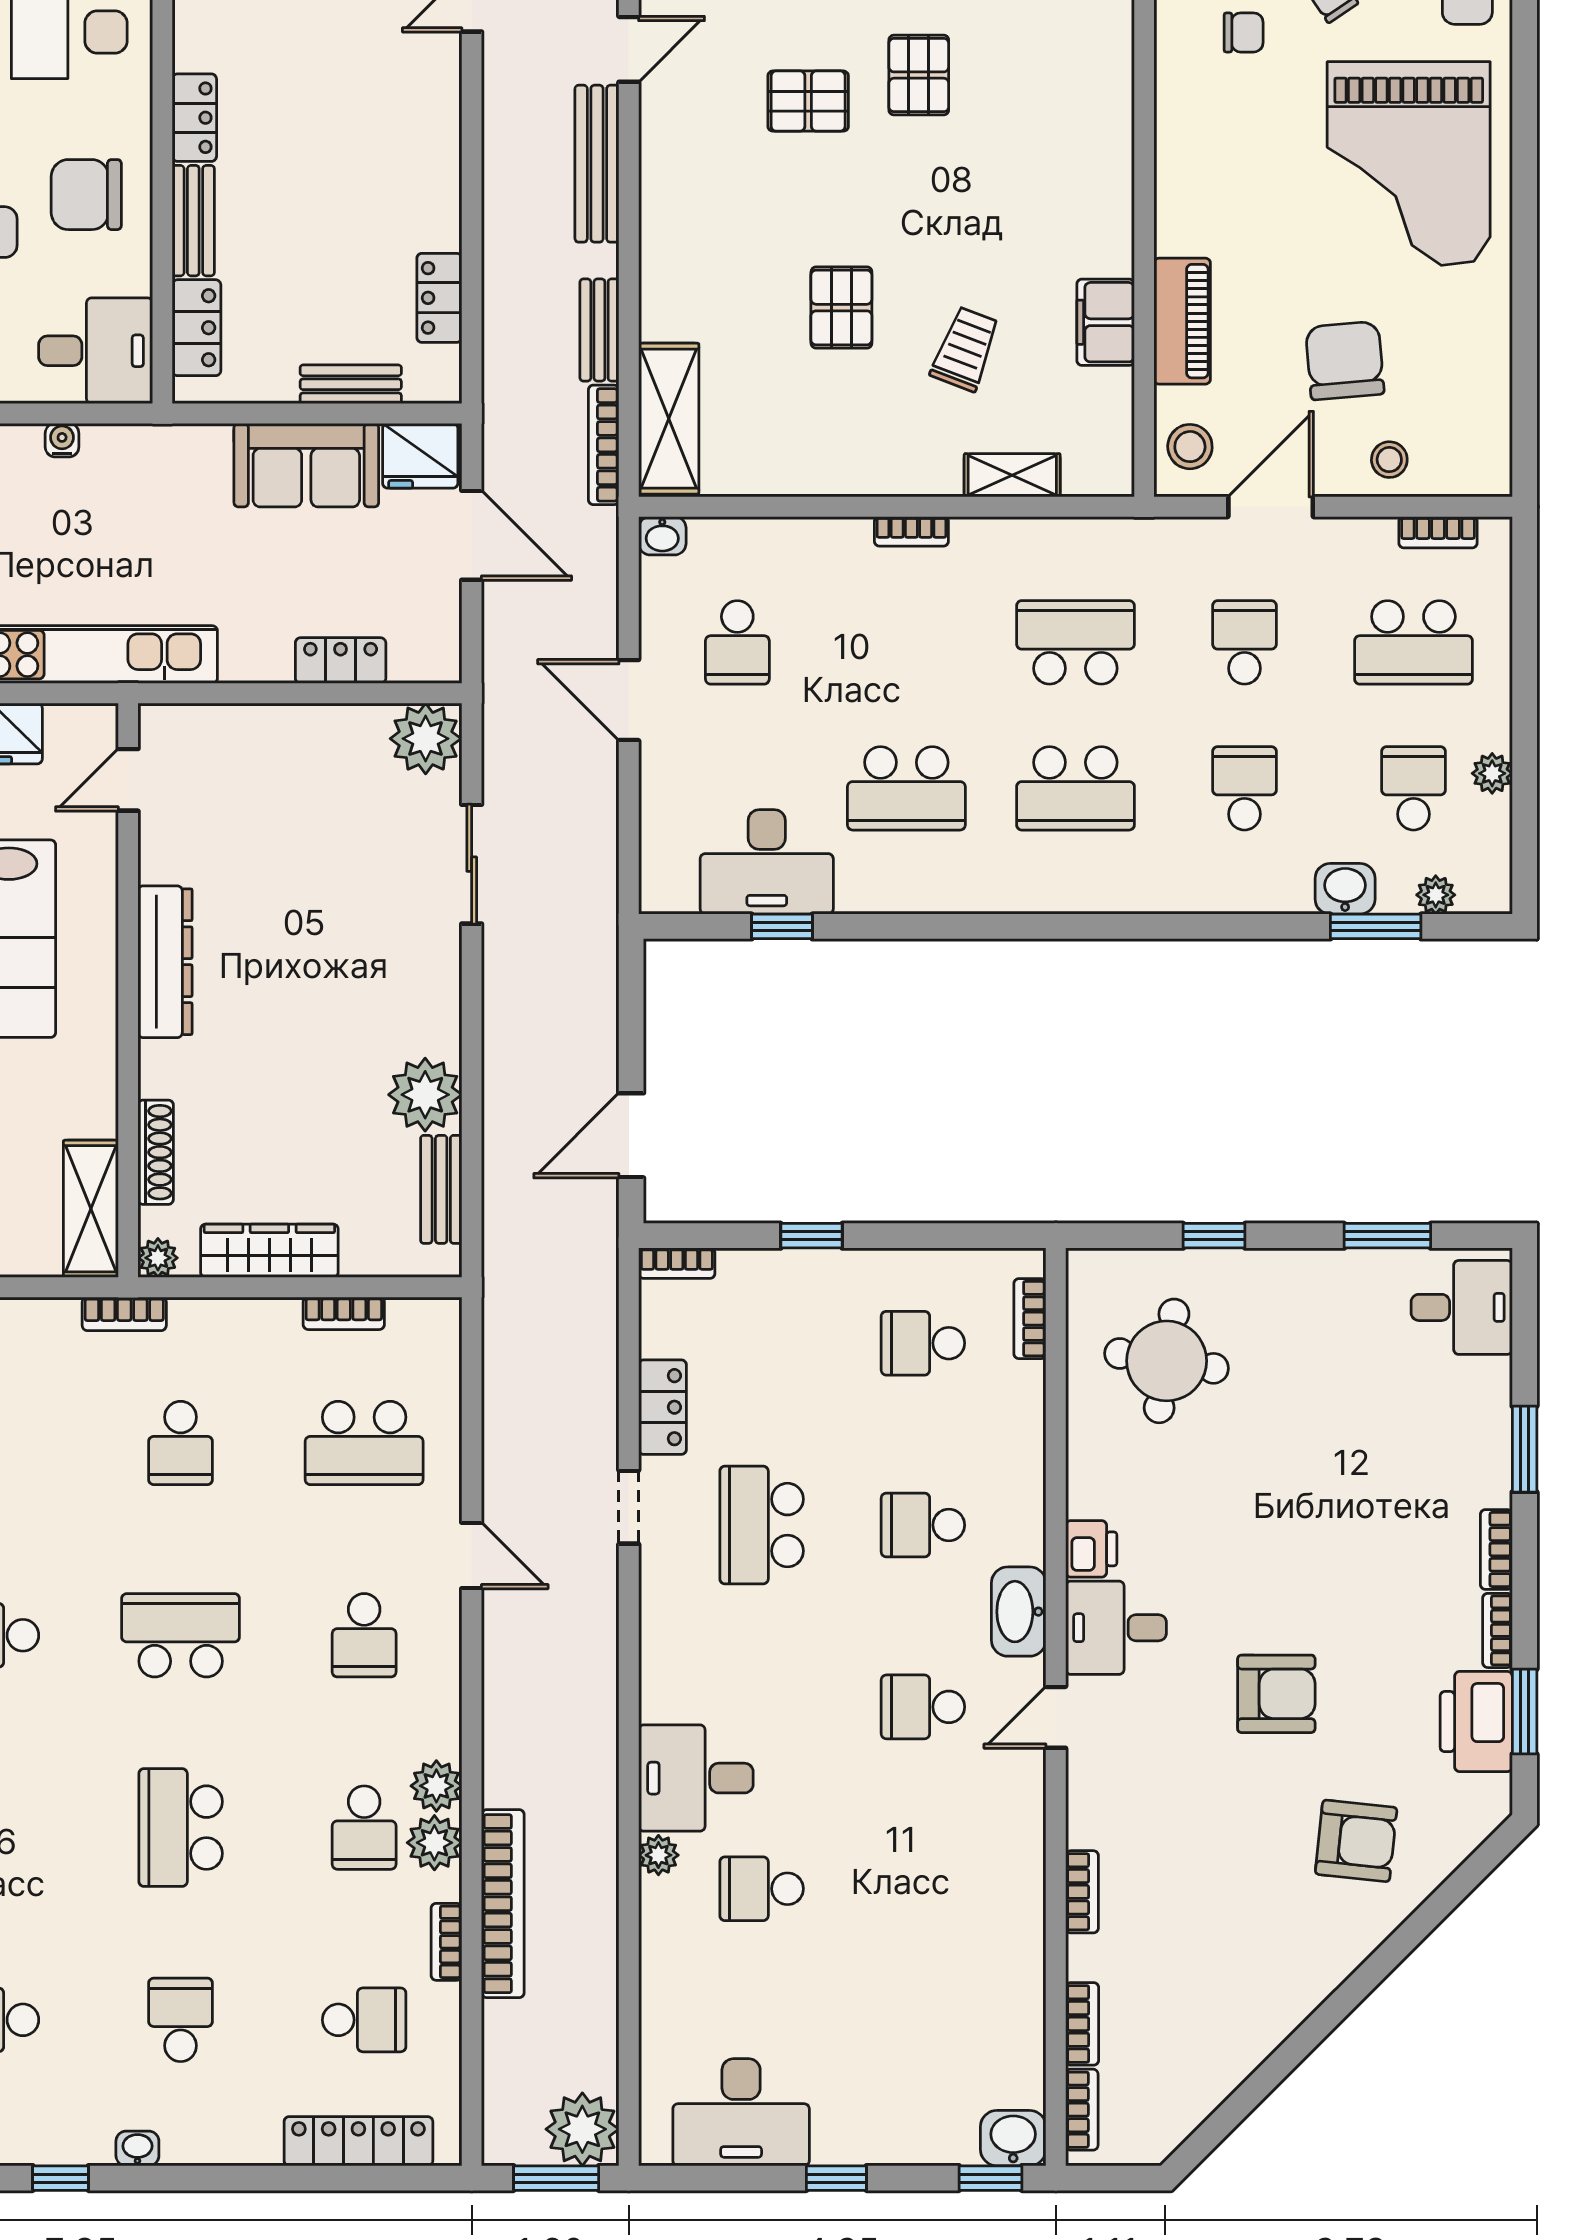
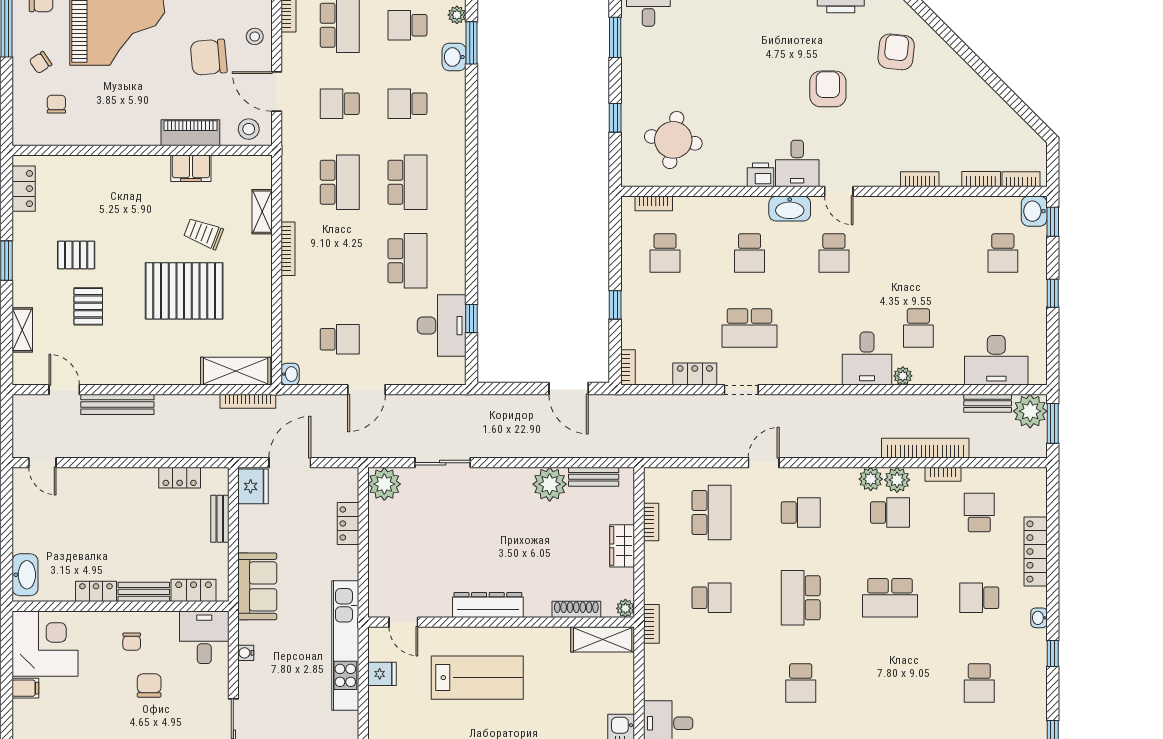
chair: (86, 195) -> (132, 642), width x0.54, depth x0.54
pallet: (841, 308) -> (184, 291), width x2.05, depth x2.00
bench: (599, 330) -> (988, 403), moved
sofa: (306, 465) -> (257, 586), moved
bookcase: (911, 531) -> (288, 249), width x1.56
school desk: (1075, 642) -> (340, 182), turned 180
wardrobe: (269, 1251) -> (622, 546), width x0.67
school desk: (923, 2071) -> (1003, 253), added
desk: (741, 2112) -> (996, 360), moved, turned 90
locker: (358, 2141) -> (1036, 551), moved

